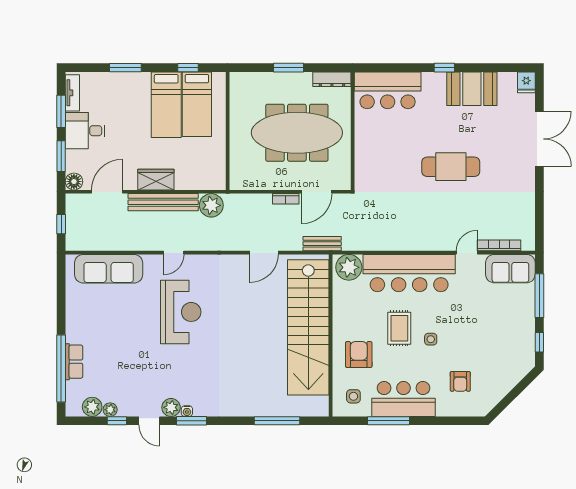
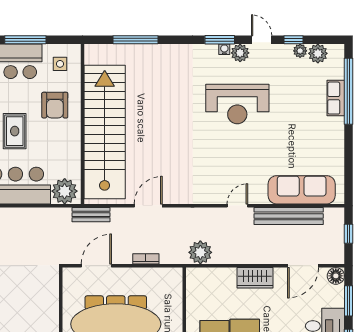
bookcase: (286, 199) -> (146, 259), moved
bench: (163, 202) -> (289, 216), moved
reception desk: (181, 312) -> (237, 104), moved, turned -90

